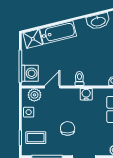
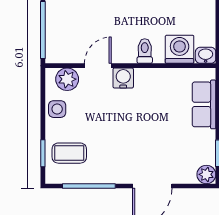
washing machine: (30, 73) -> (180, 49), moved, turned -90
water cooler: (86, 94) -> (123, 78), moved
chair: (68, 128) -> (124, 137), removed

